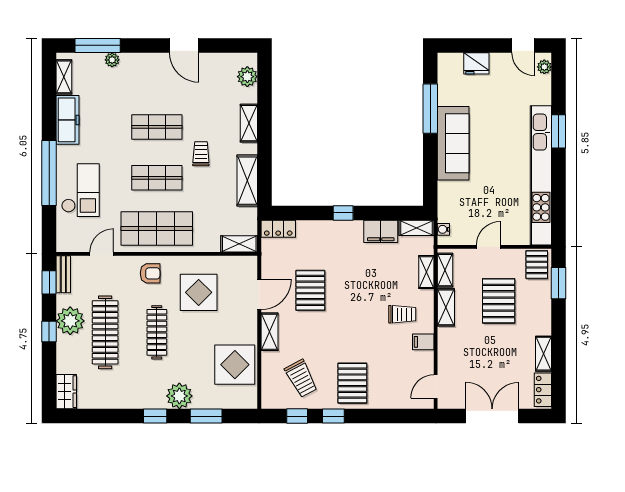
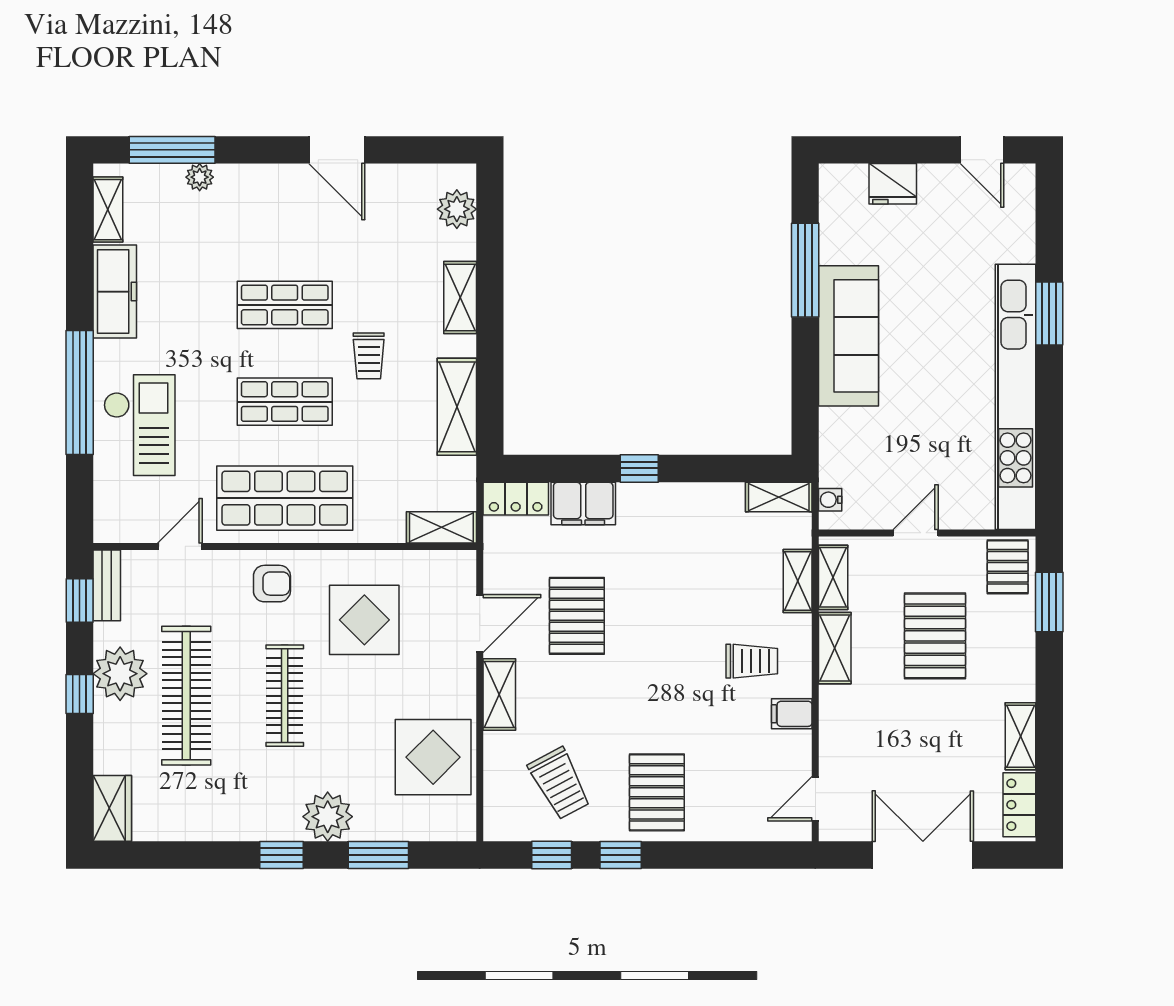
plant: (544, 67) -> (1022, 190), removed
trolley: (201, 154) -> (369, 356), turned 180
filing cabinet: (381, 231) -> (583, 503), moved

